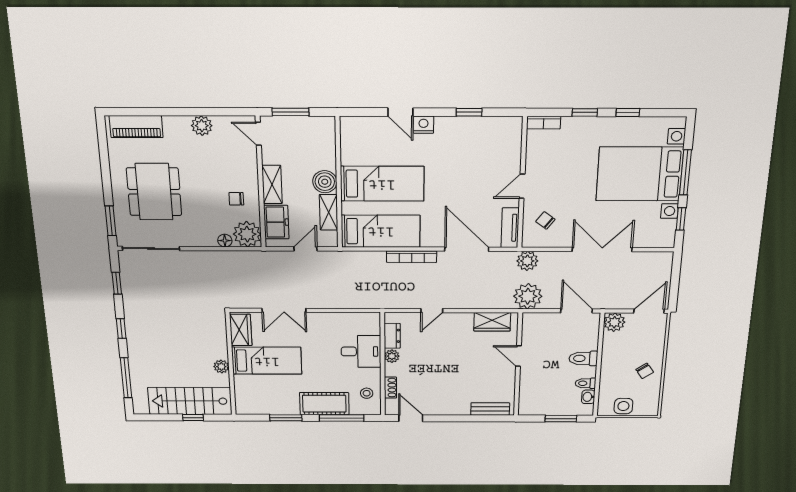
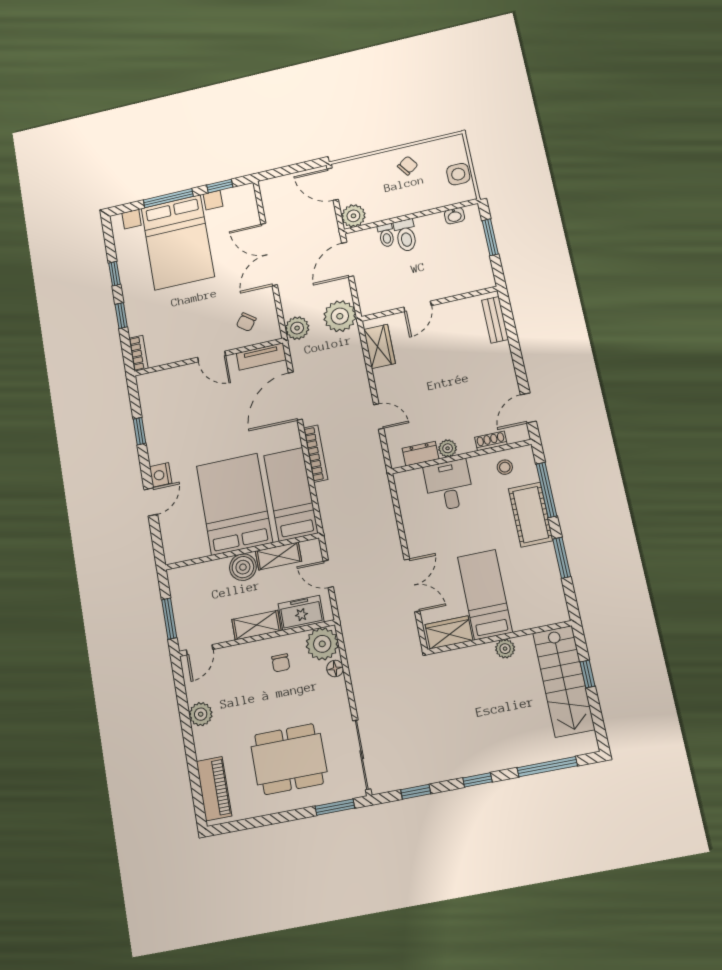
bed: (382, 184) -> (234, 504), width x1.50
toilet: (586, 383) -> (386, 235), moved

